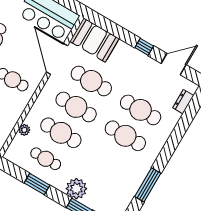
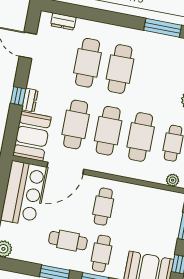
window: (144, 47) -> (18, 96), moved
dresser: (126, 49) -> (30, 100), added
plant: (24, 130) -> (173, 180), moved

